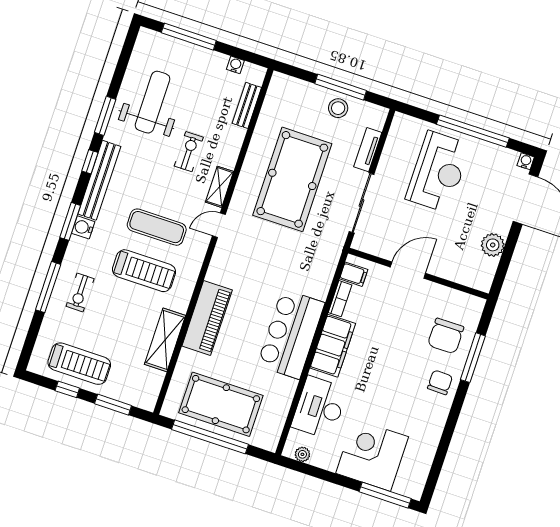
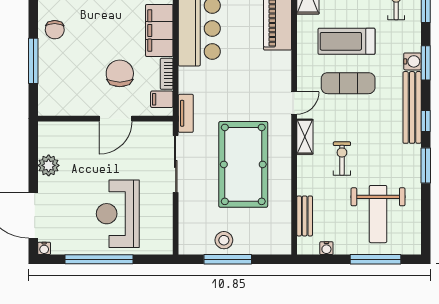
weight bench: (152, 102) -> (378, 214), moved
tv unit: (368, 150) -> (186, 113), moved
exercise bike: (189, 152) -> (342, 159), turned 180
chair: (446, 336) -> (120, 73), moved

